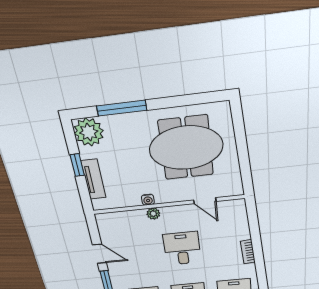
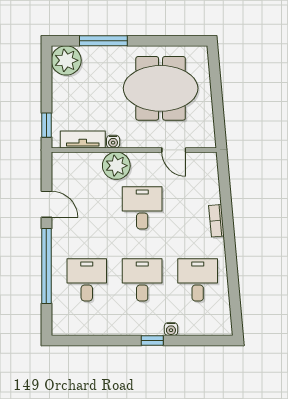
window: (77, 165) -> (46, 125), moved
tv unit: (94, 179) -> (83, 140), moved, turned -90
plant: (153, 214) -> (116, 166), width x1.88, depth x1.88

